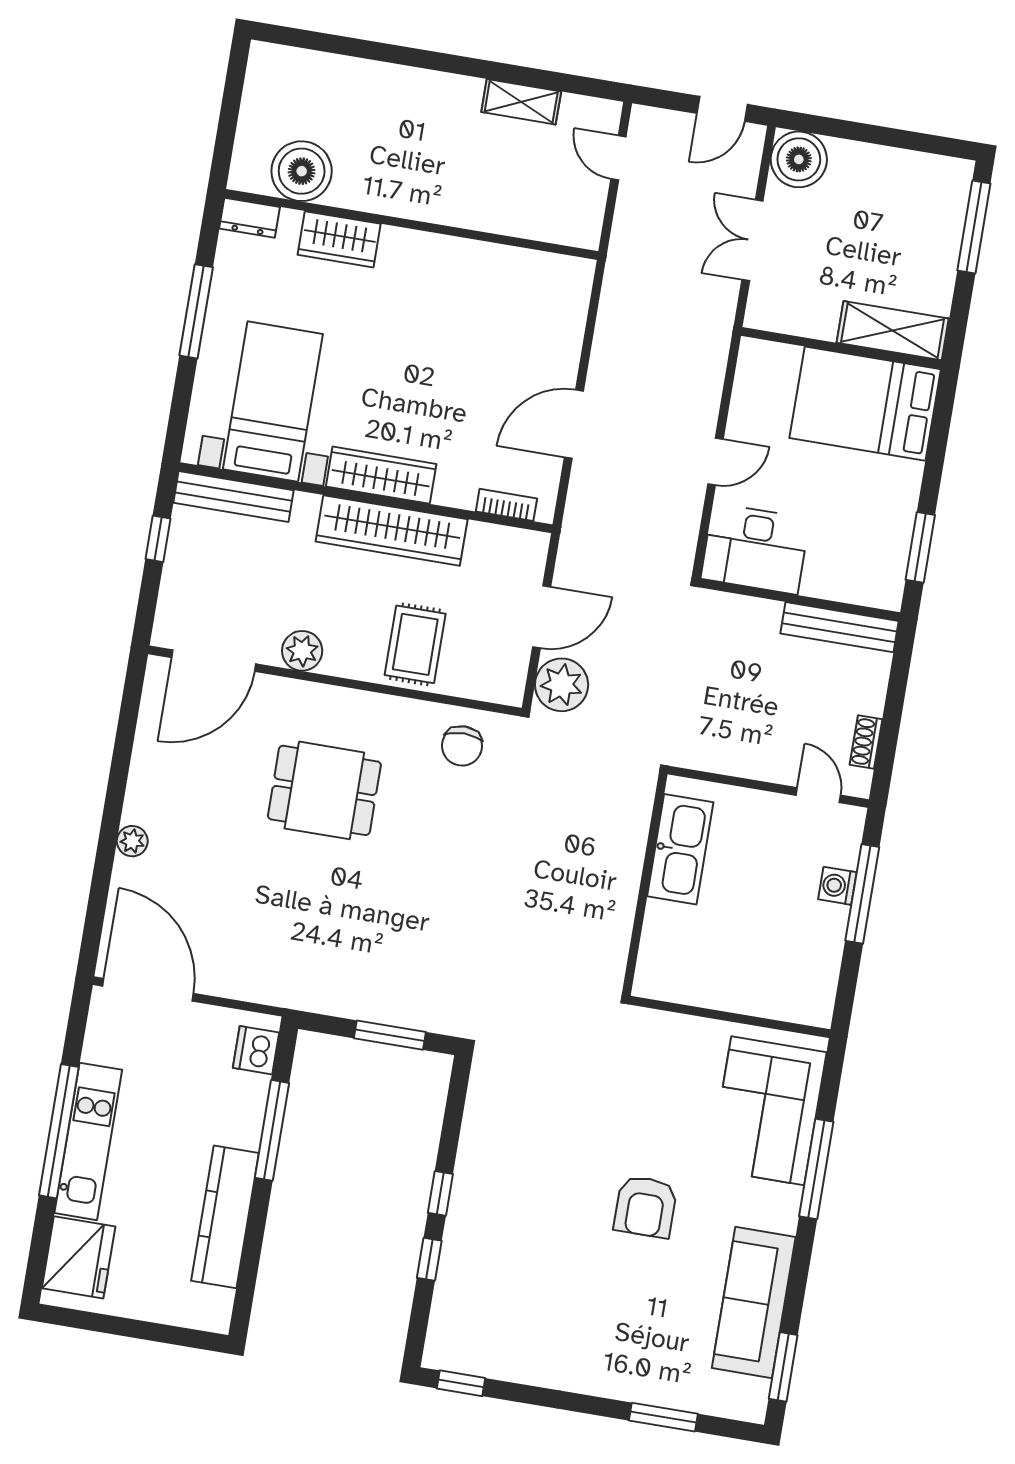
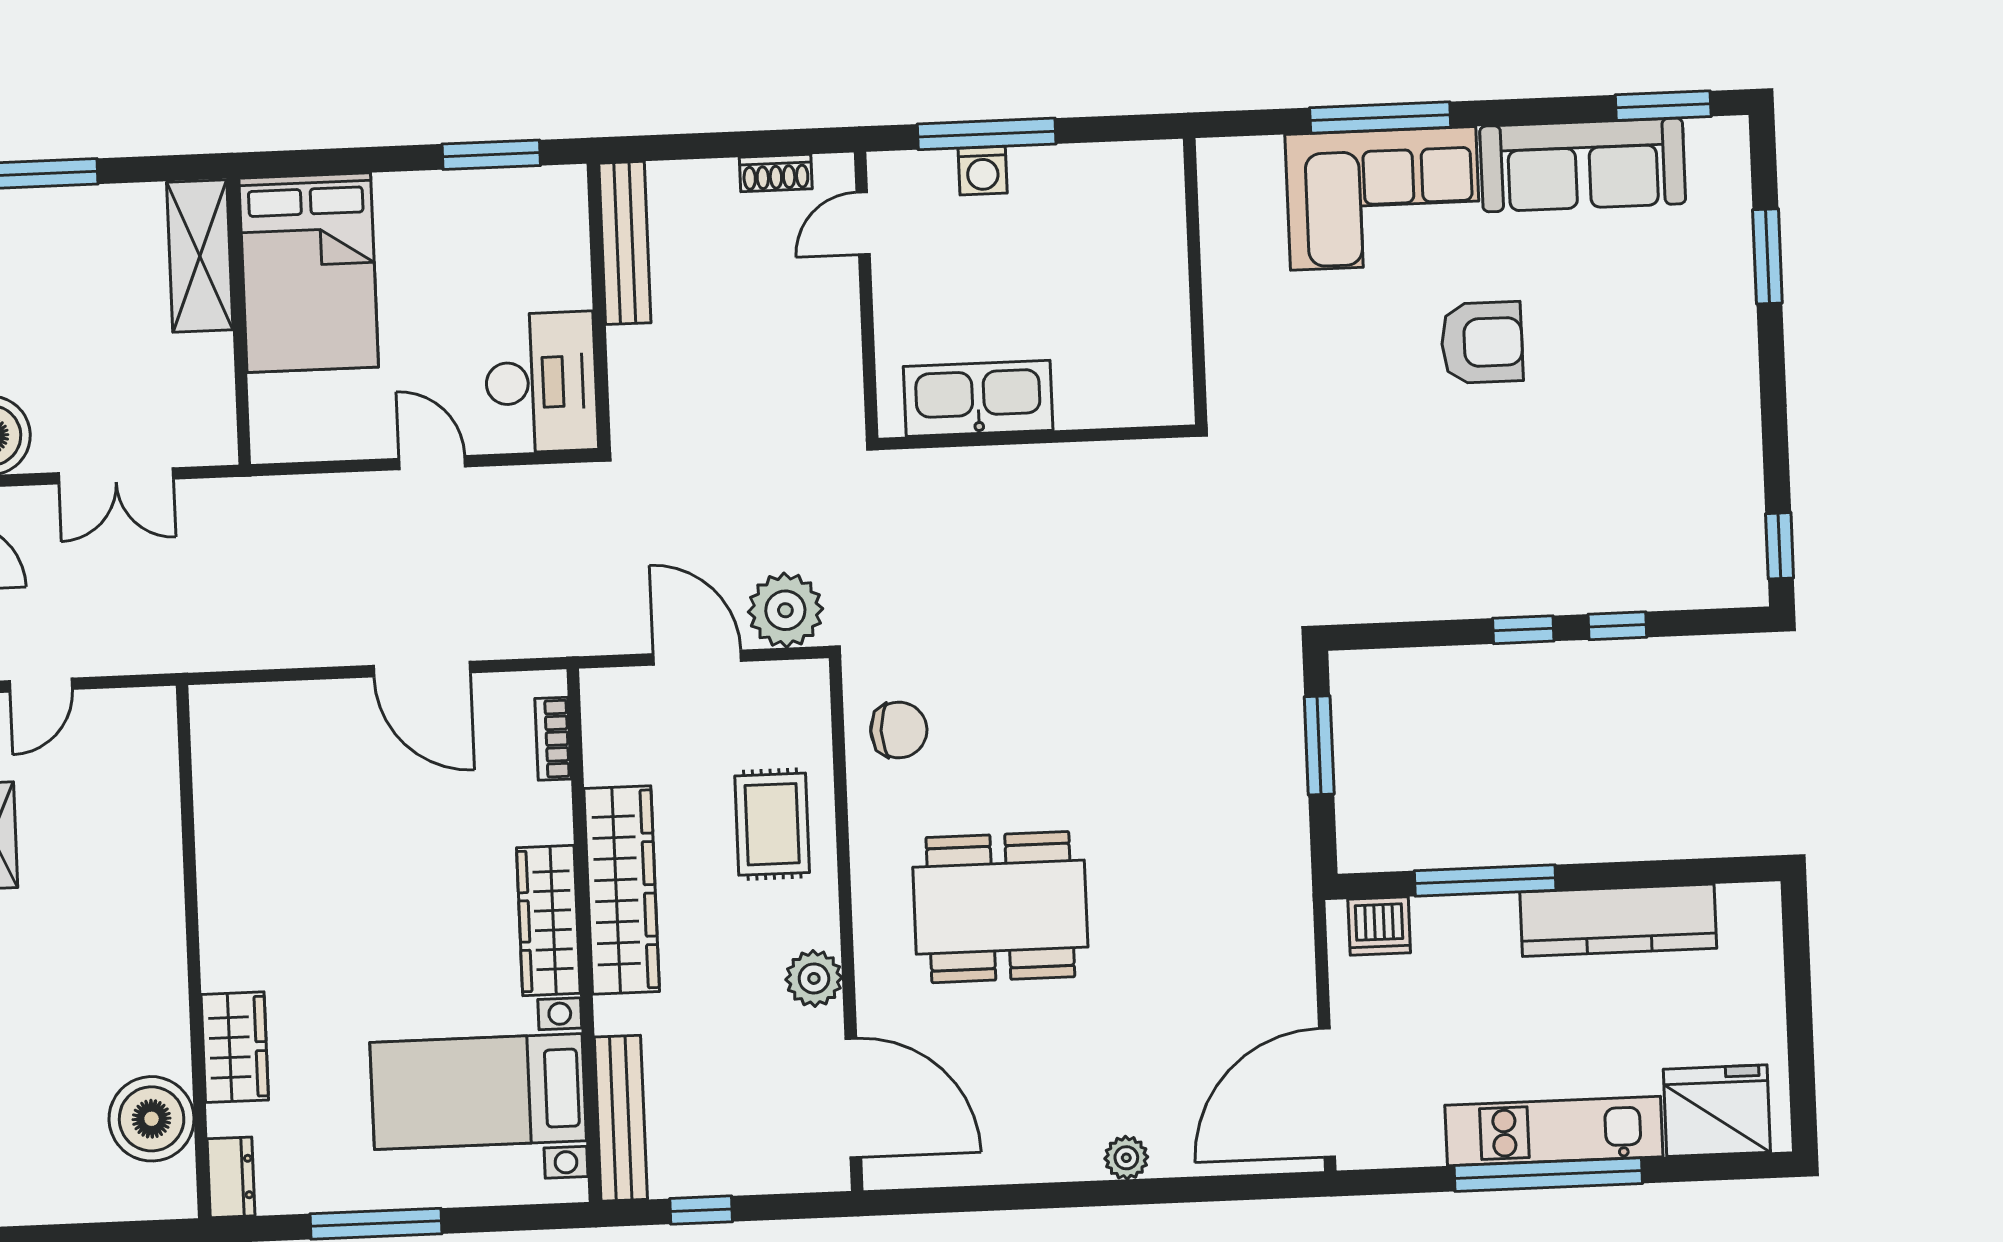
rug: (415, 644) -> (772, 824), turned 90
dining table: (324, 790) -> (1000, 907), width x1.37
corner sofa: (768, 1111) -> (1383, 198), moved

